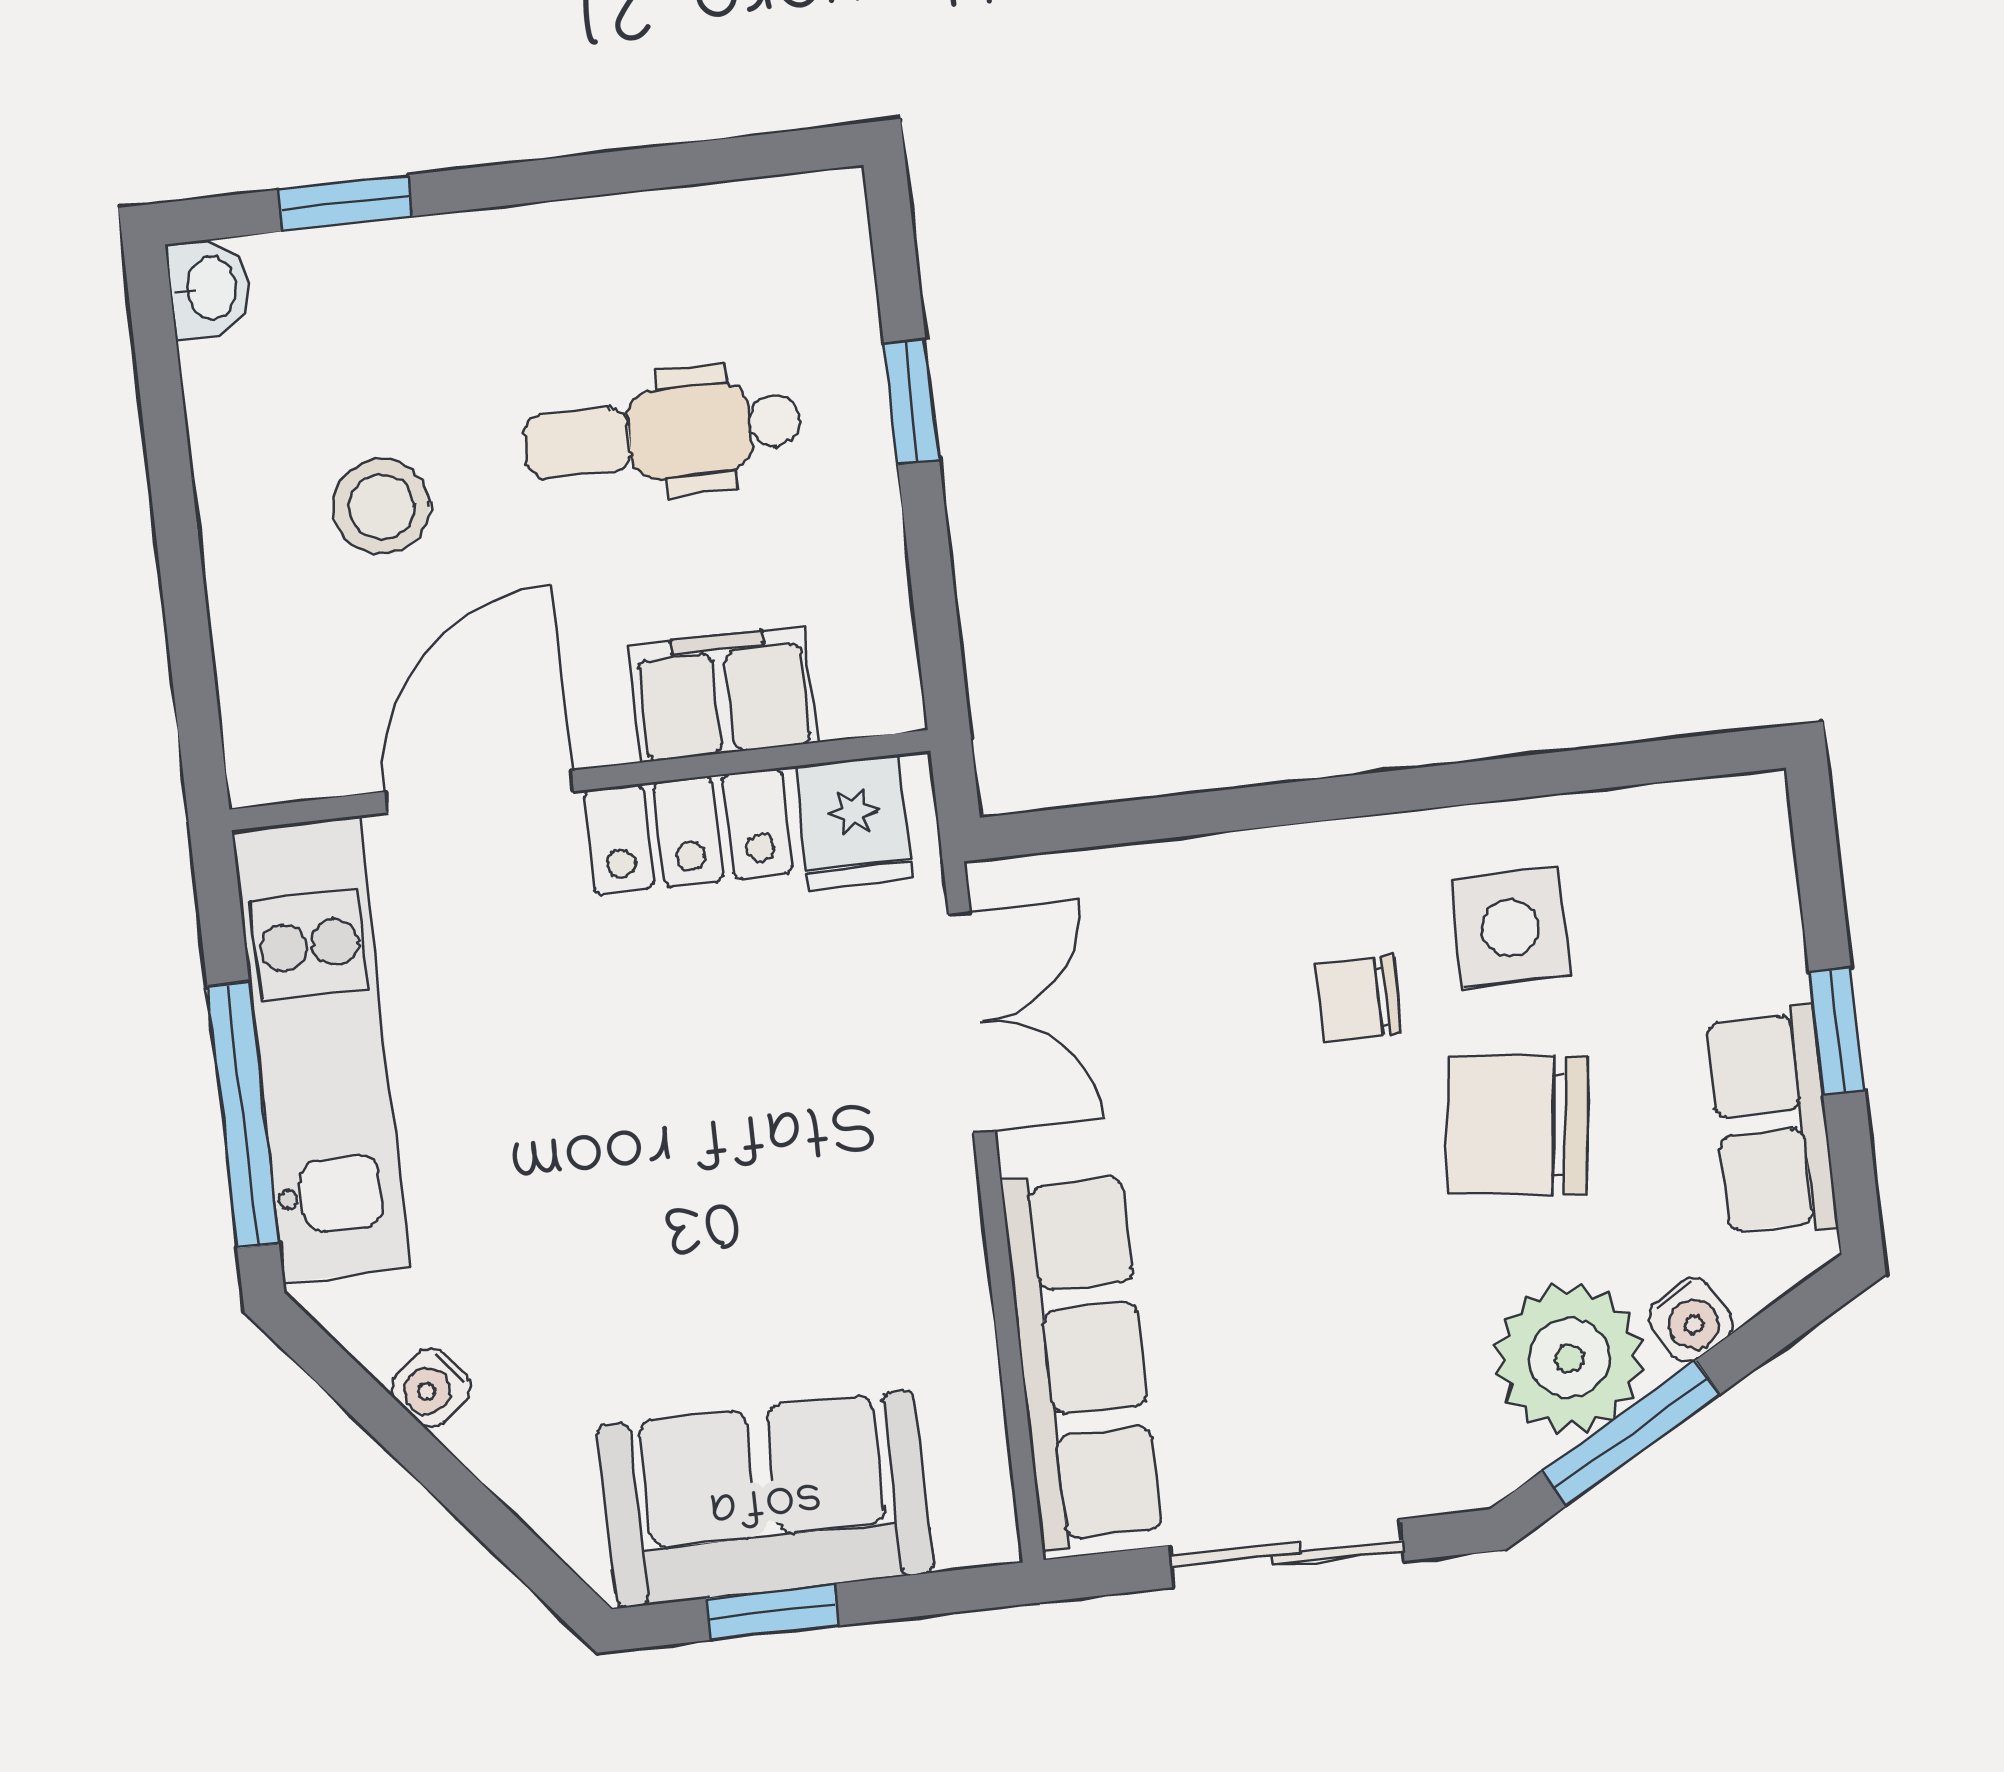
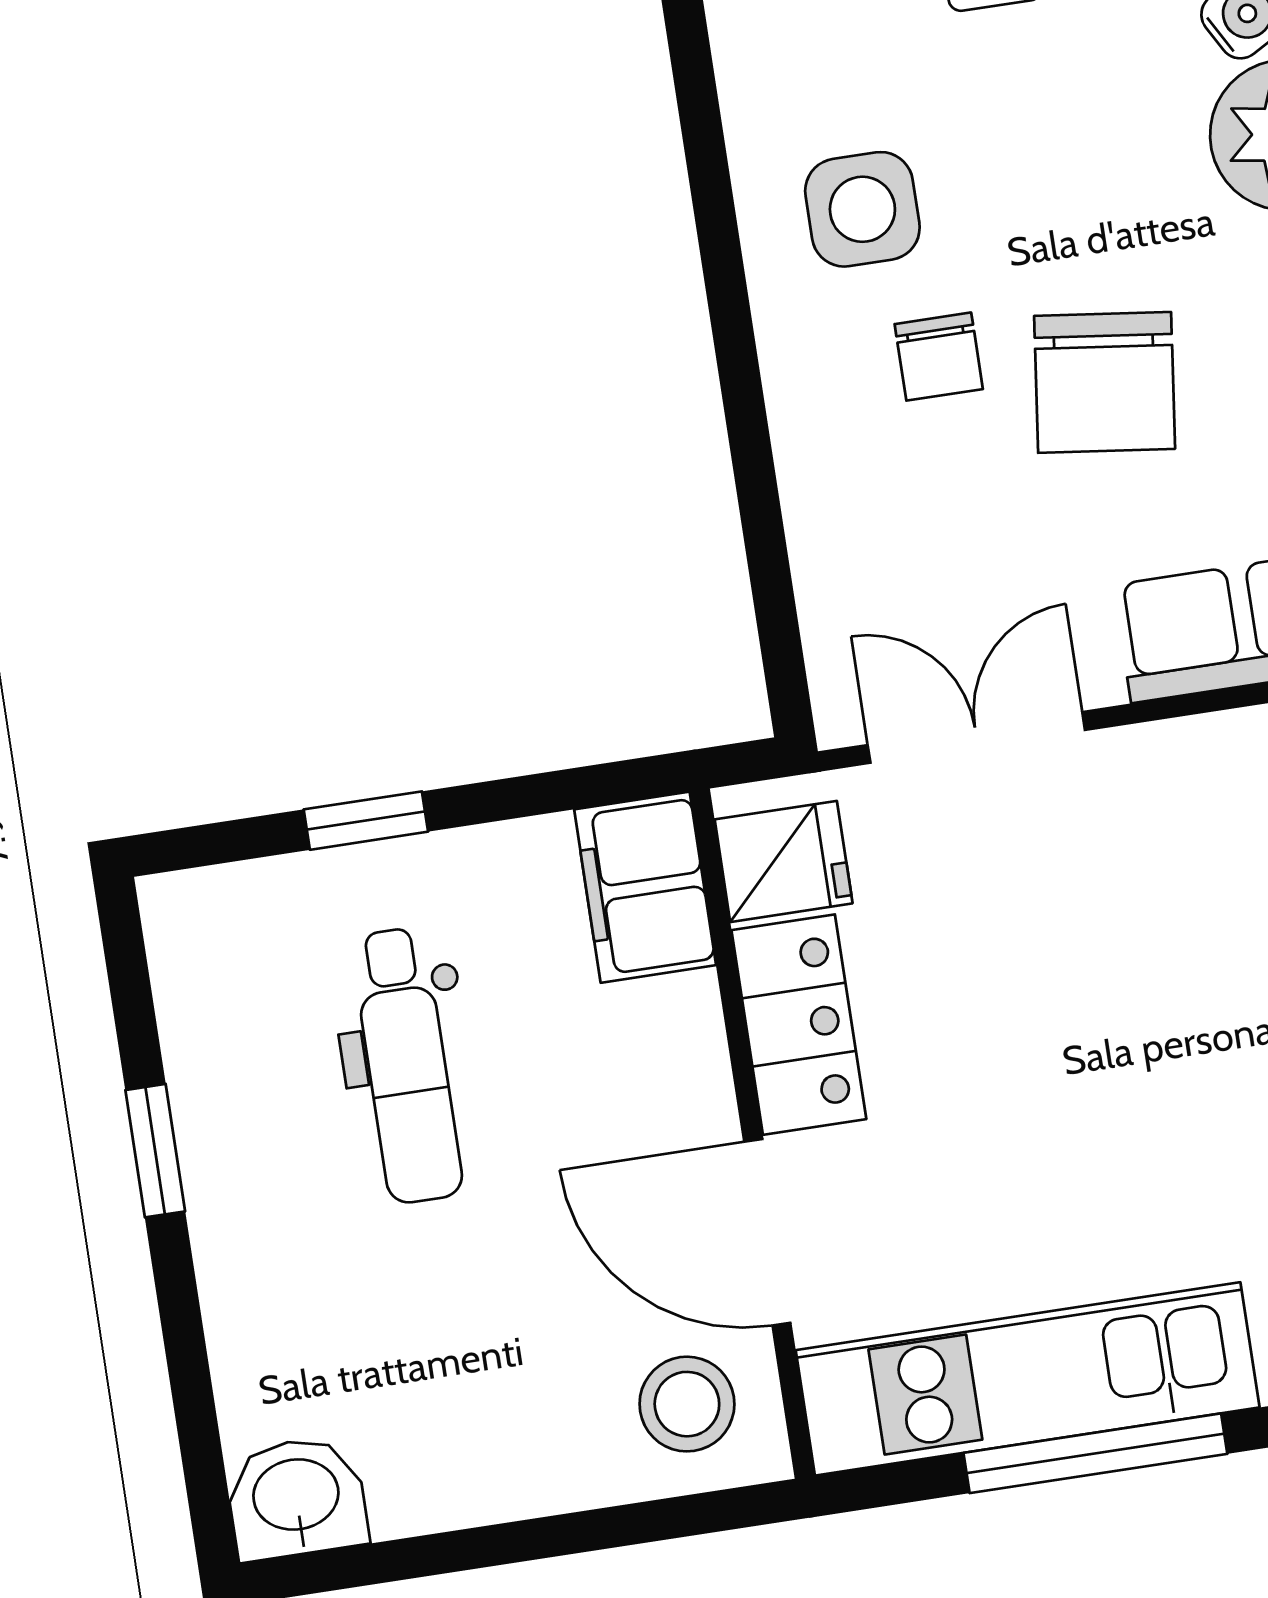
window: (345, 203) -> (155, 1151), moved
washbasin: (209, 288) -> (296, 1498), width x1.38, depth x1.45
stool: (382, 507) -> (687, 1404), moved
filing cabinet: (723, 694) -> (645, 887), moved
chair: (1517, 1125) -> (1105, 382), moved

